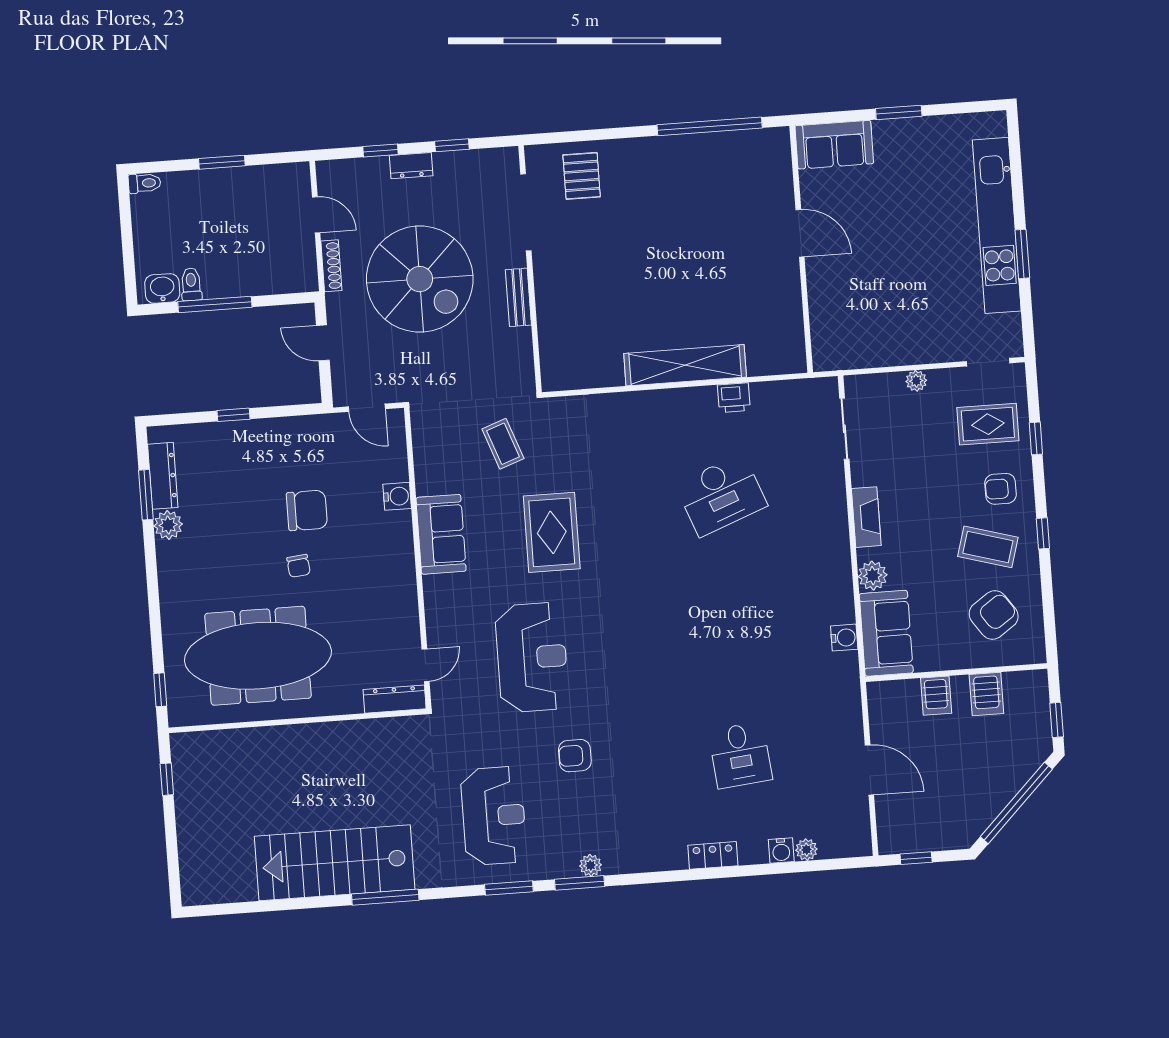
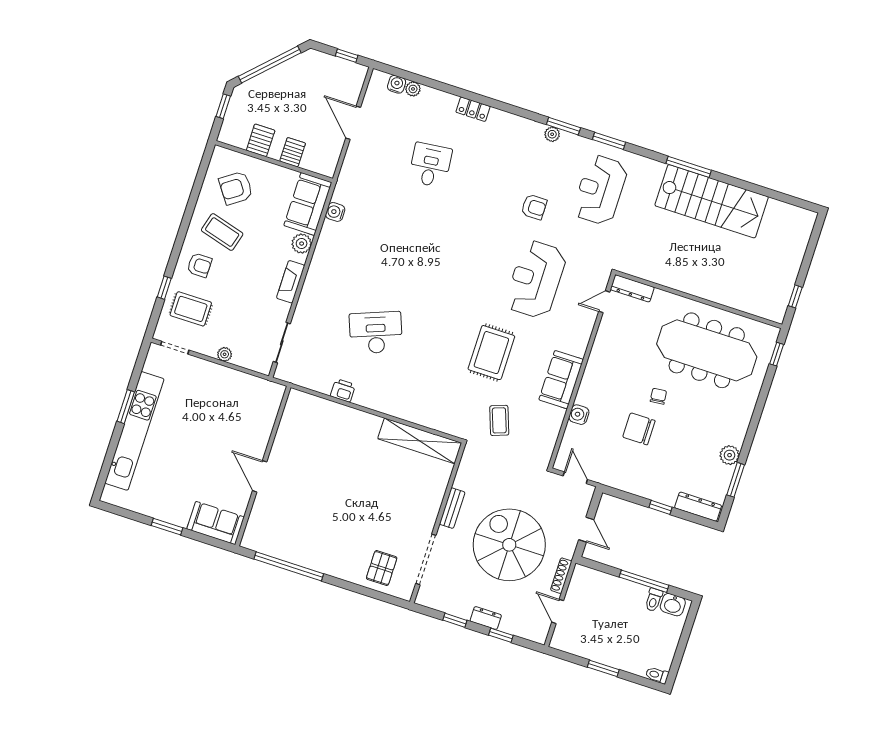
shelving: (685, 365) -> (420, 441), moved
dresser: (163, 476) -> (698, 507), moved, turned 90
window: (1043, 533) -> (184, 226), removed
water cooler: (781, 851) -> (397, 84), moved

